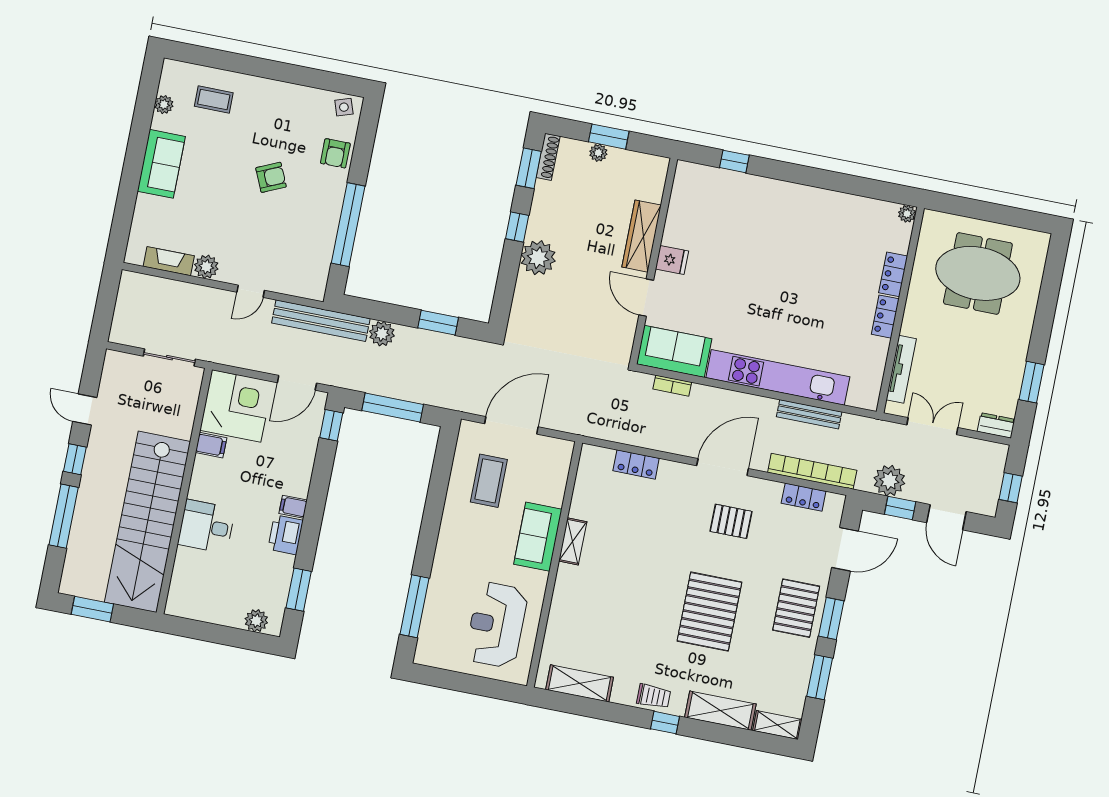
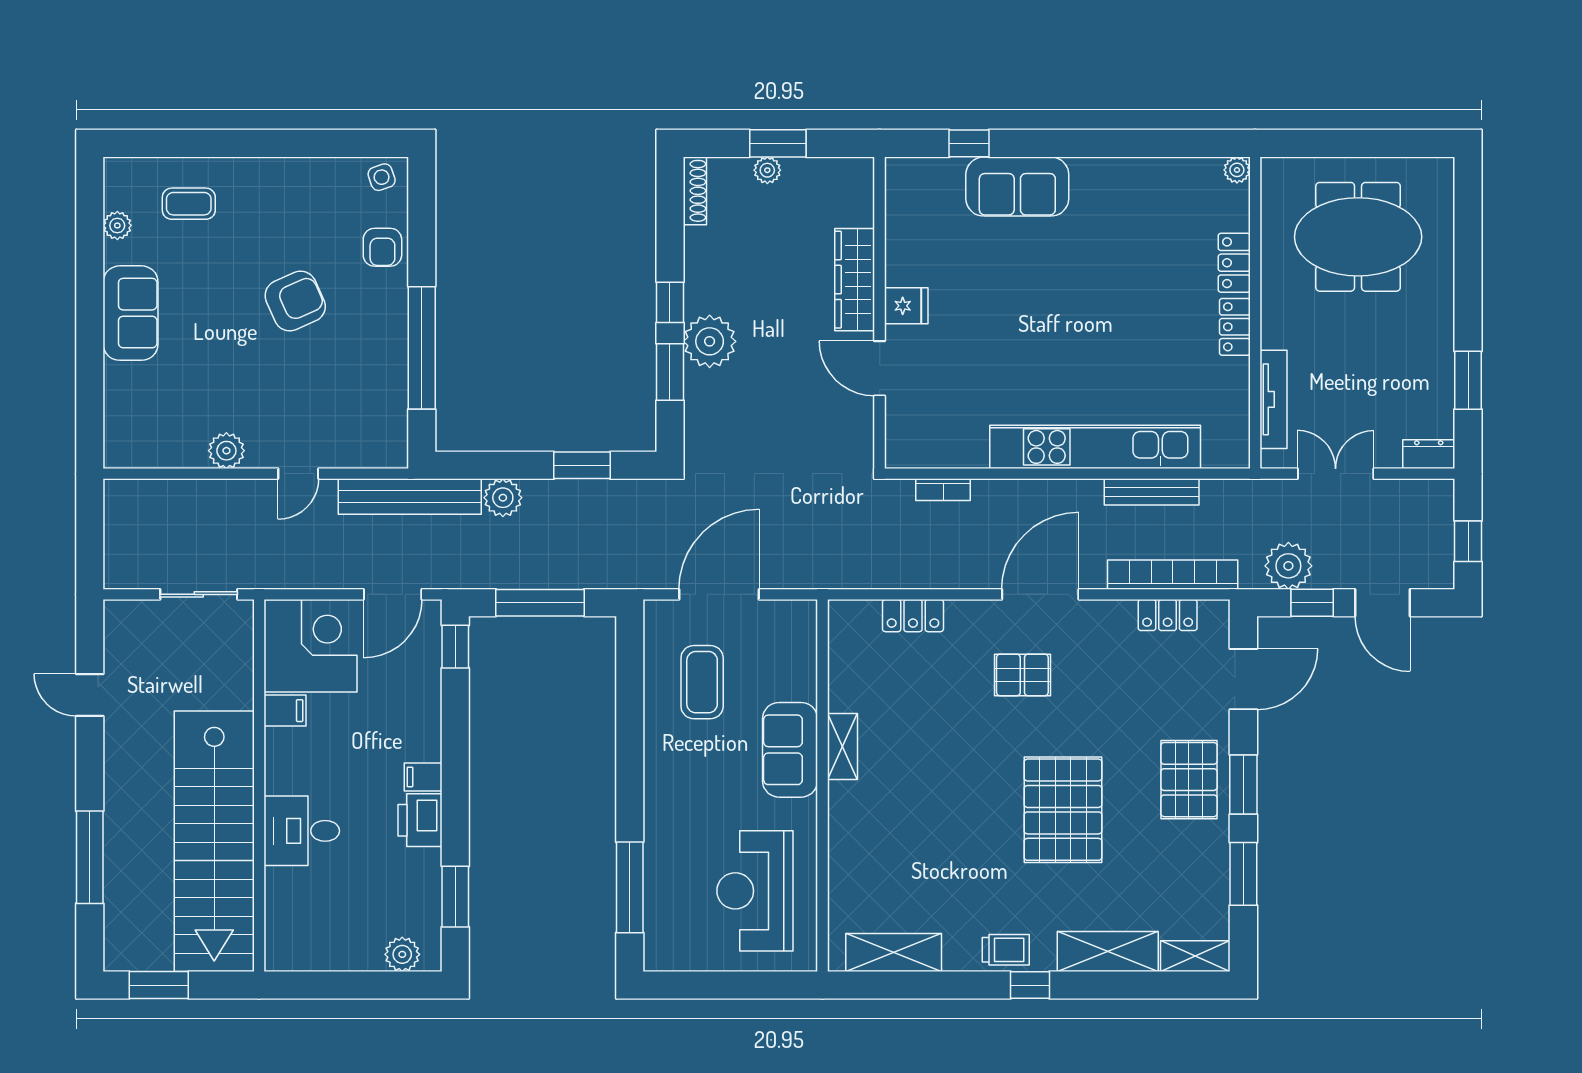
window: (529, 168) -> (670, 372), moved
armchair: (271, 177) -> (295, 301), width x1.38, depth x1.38
fireplace: (169, 261) -> (170, 453), removed
sofa: (674, 351) -> (1017, 187), moved, turned 180
window: (75, 459) -> (90, 771), removed
pallet: (731, 521) -> (1022, 675), moved

